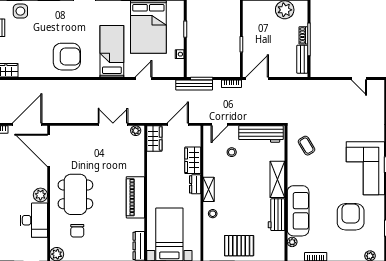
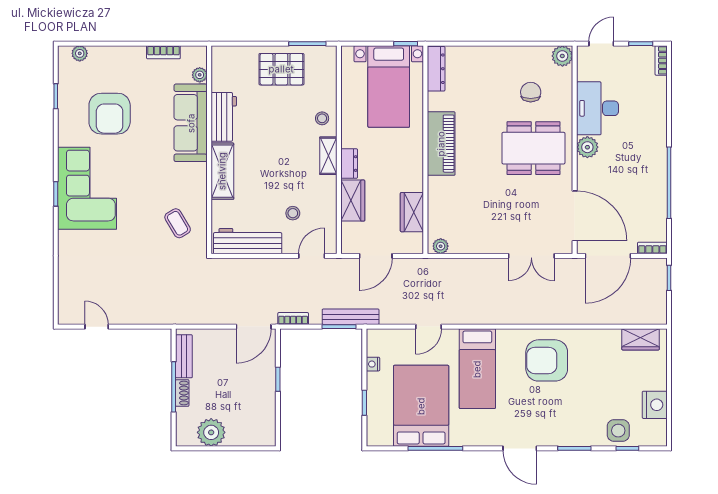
double door: (113, 124) -> (531, 256), moved
wardrobe: (154, 139) -> (412, 212), moved
dining table: (75, 194) -> (533, 148), turned 90

